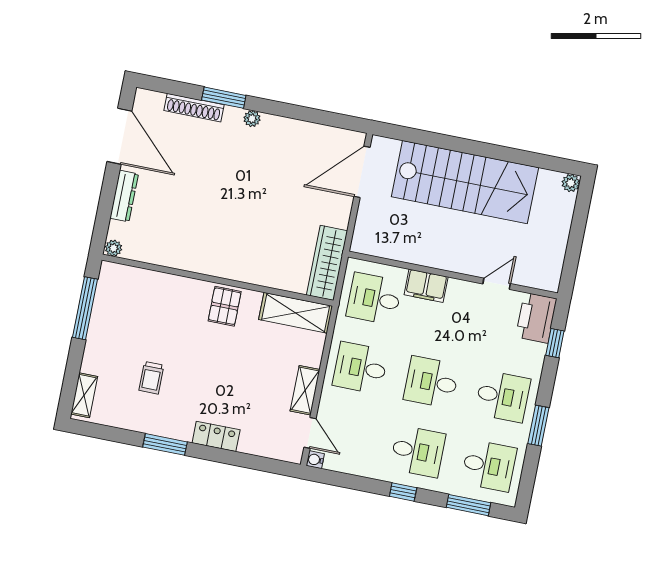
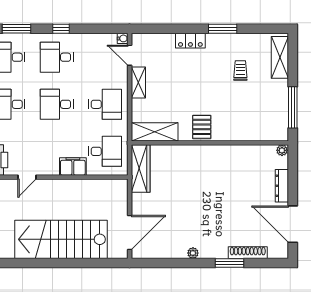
plant: (252, 119) -> (193, 253), moved
desk: (432, 382) -> (57, 104), turned 180
shelving: (84, 395) -> (280, 57), width x1.50, depth x1.33

